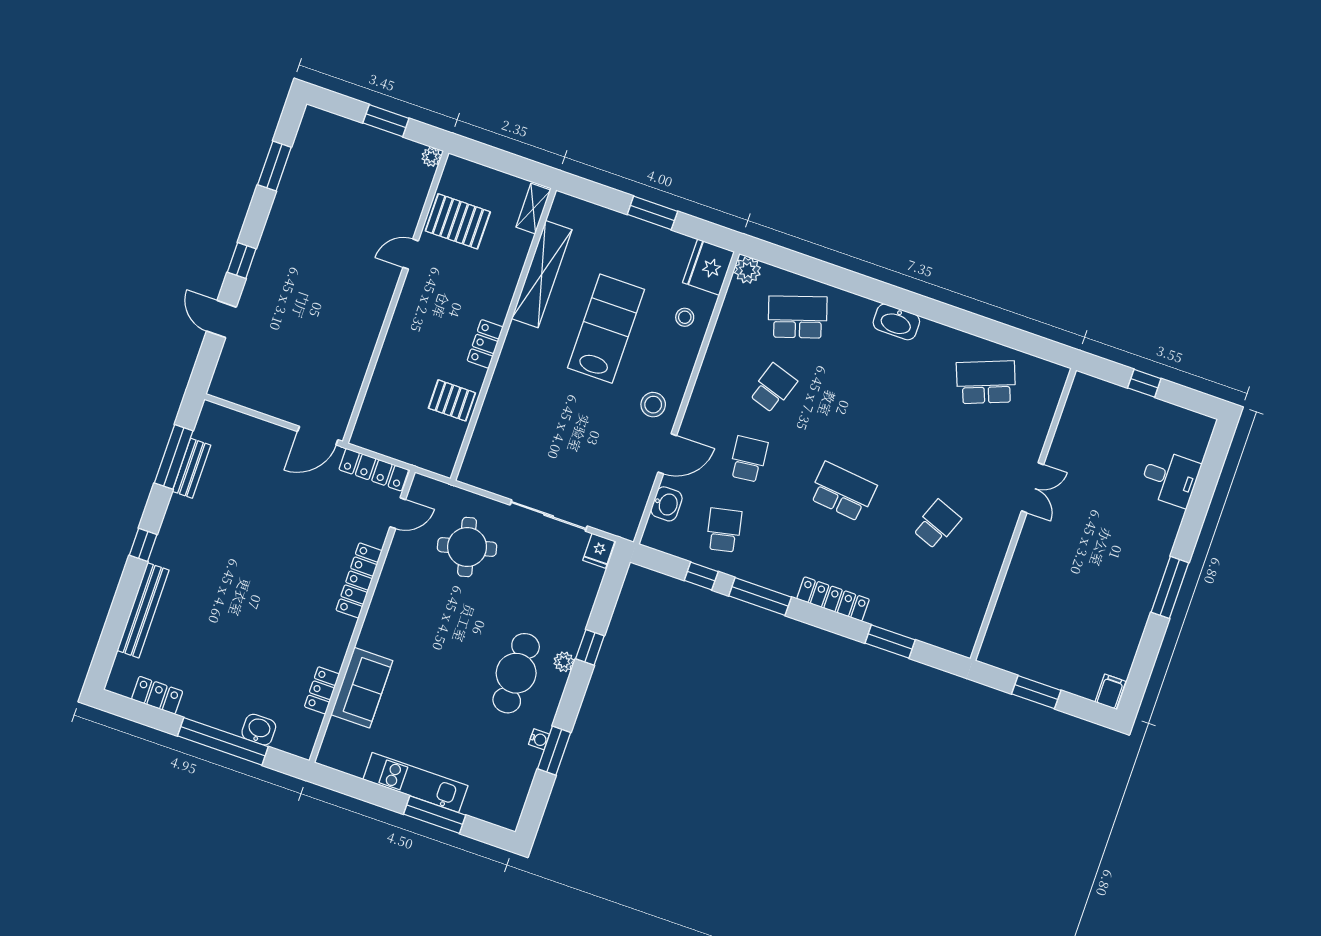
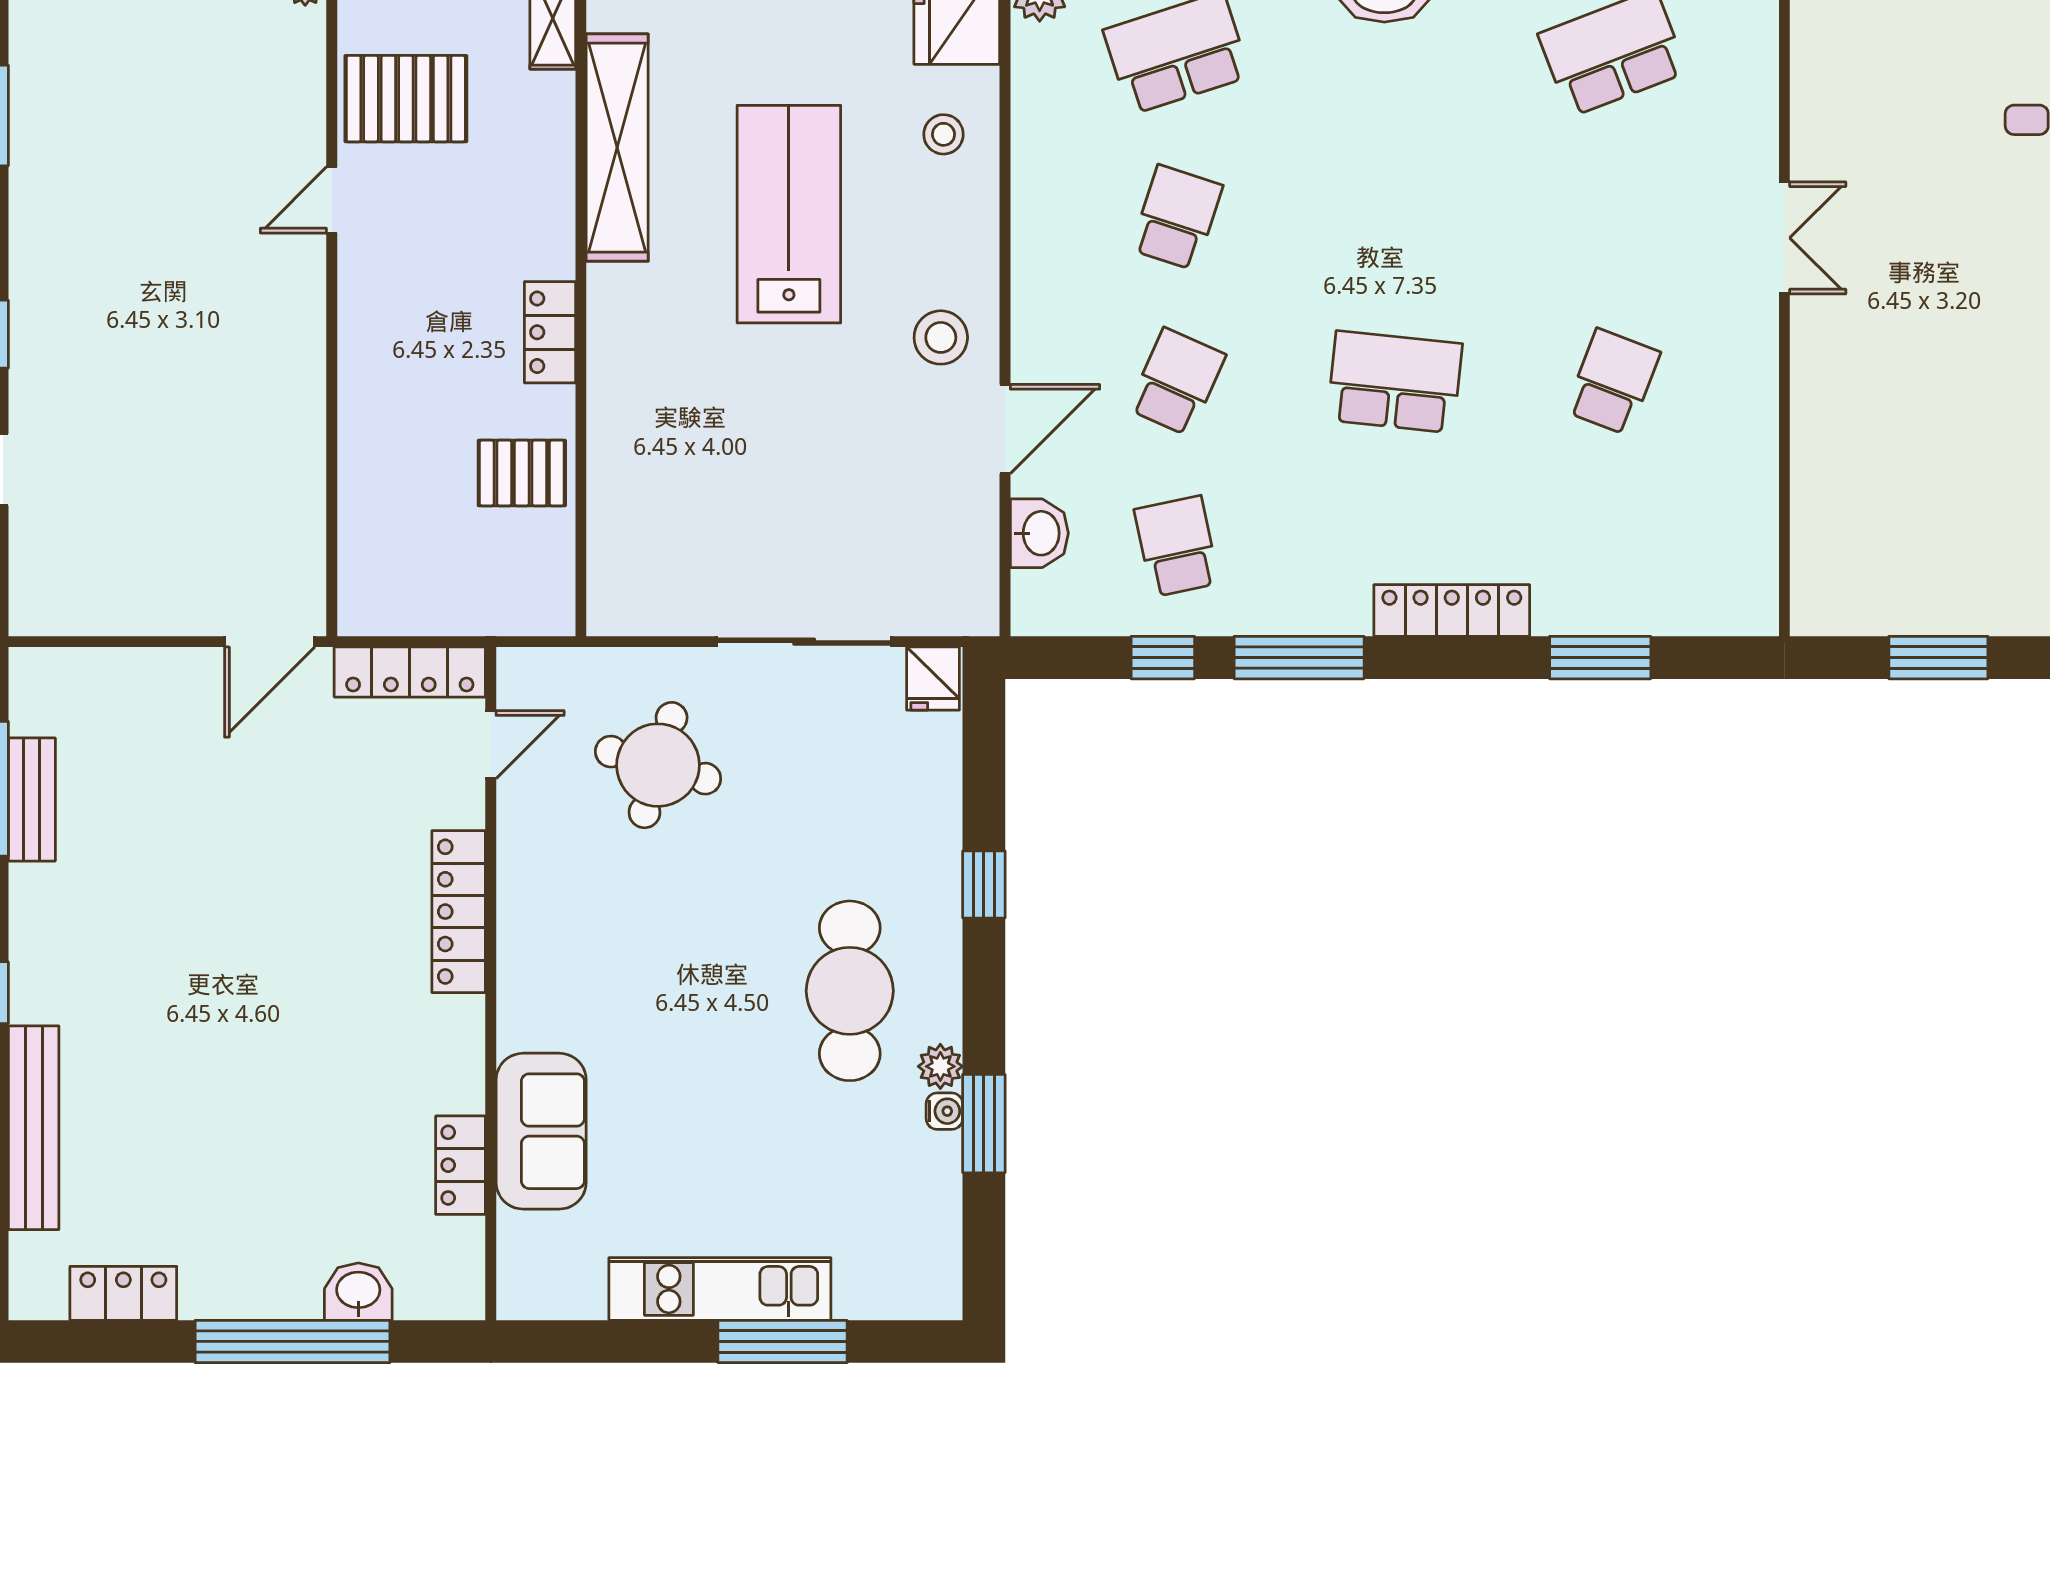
school desk: (748, 459) -> (1177, 382), turned 30
round table: (467, 547) -> (658, 765), turned 30
plant: (564, 662) -> (940, 1066), moved

